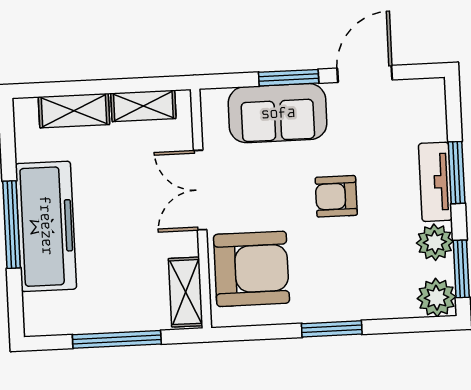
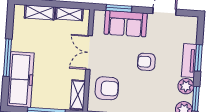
window: (289, 78) -> (119, 8), moved
freezer: (46, 226) -> (21, 79), moved
armchair: (251, 269) -> (107, 88), width x0.73, depth x0.73

